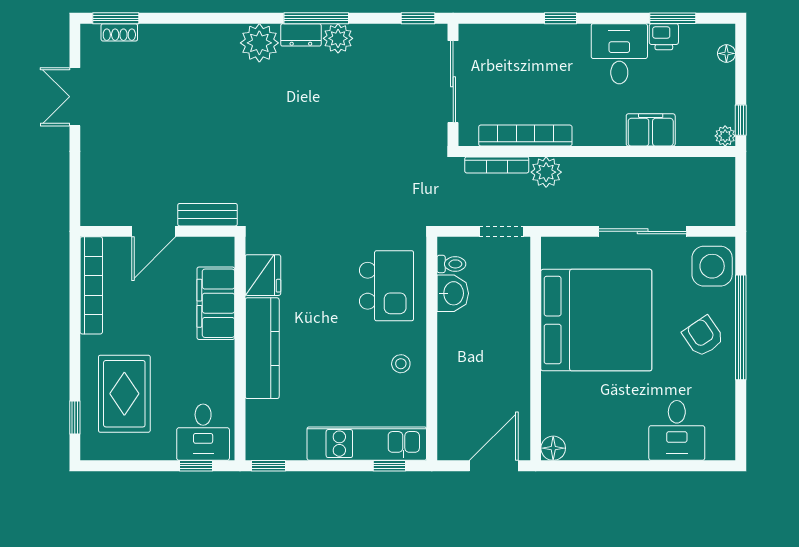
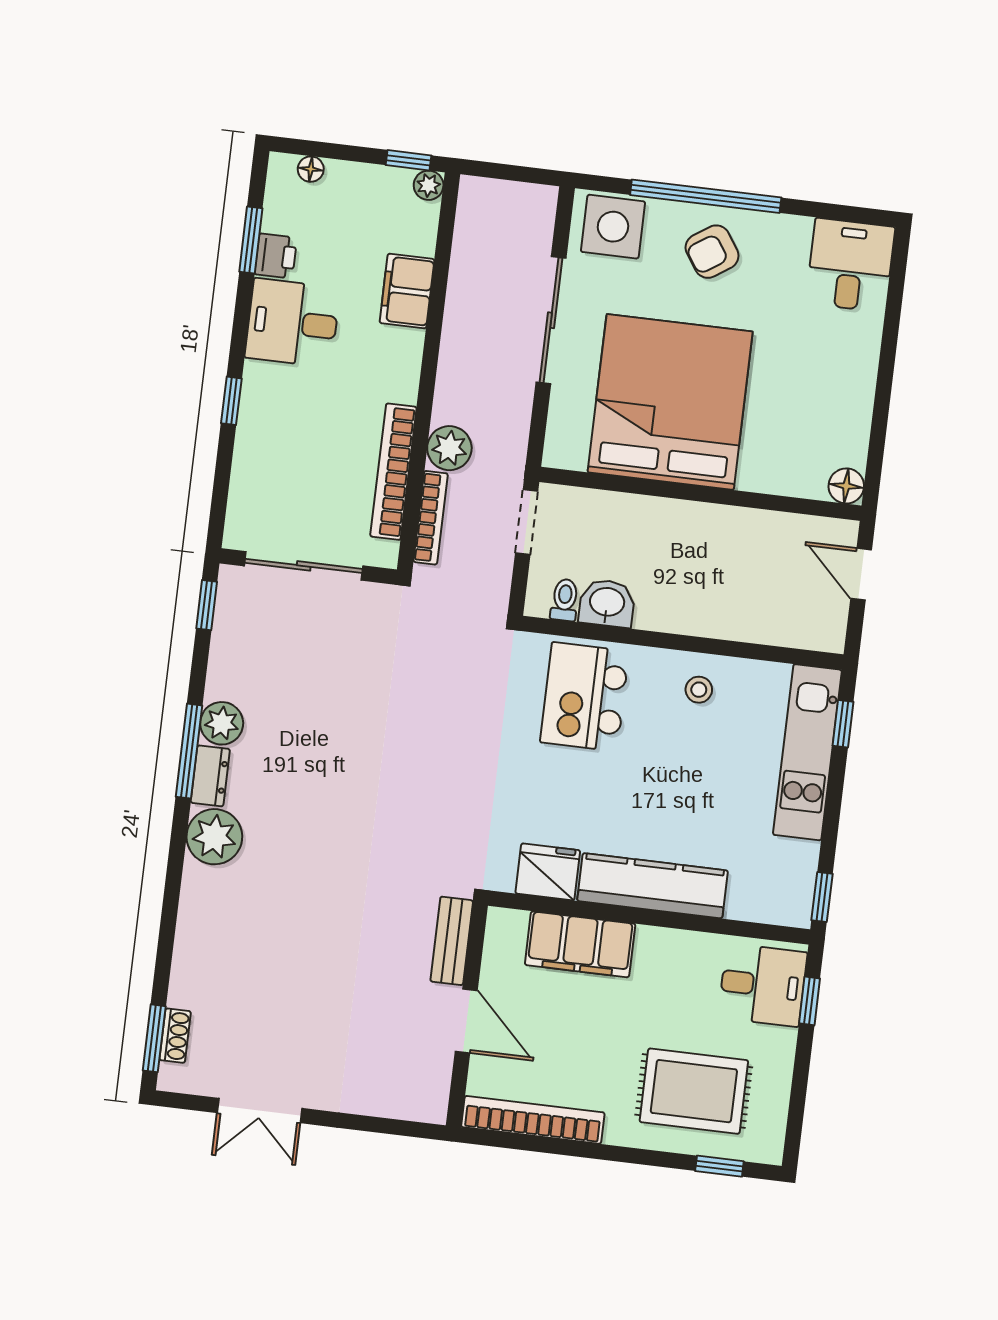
kitchen island: (386, 286) -> (585, 697), turned -90
desk: (677, 430) -> (850, 265), moved, turned -90
door: (494, 466) -> (861, 574), width x0.73

